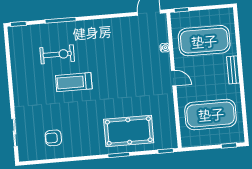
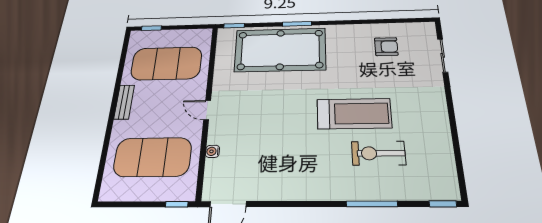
bench: (233, 70) -> (124, 102), moved
treadmill: (74, 82) -> (354, 114), width x1.37, depth x1.38
pool table: (129, 131) -> (280, 50), width x1.36, depth x1.32

